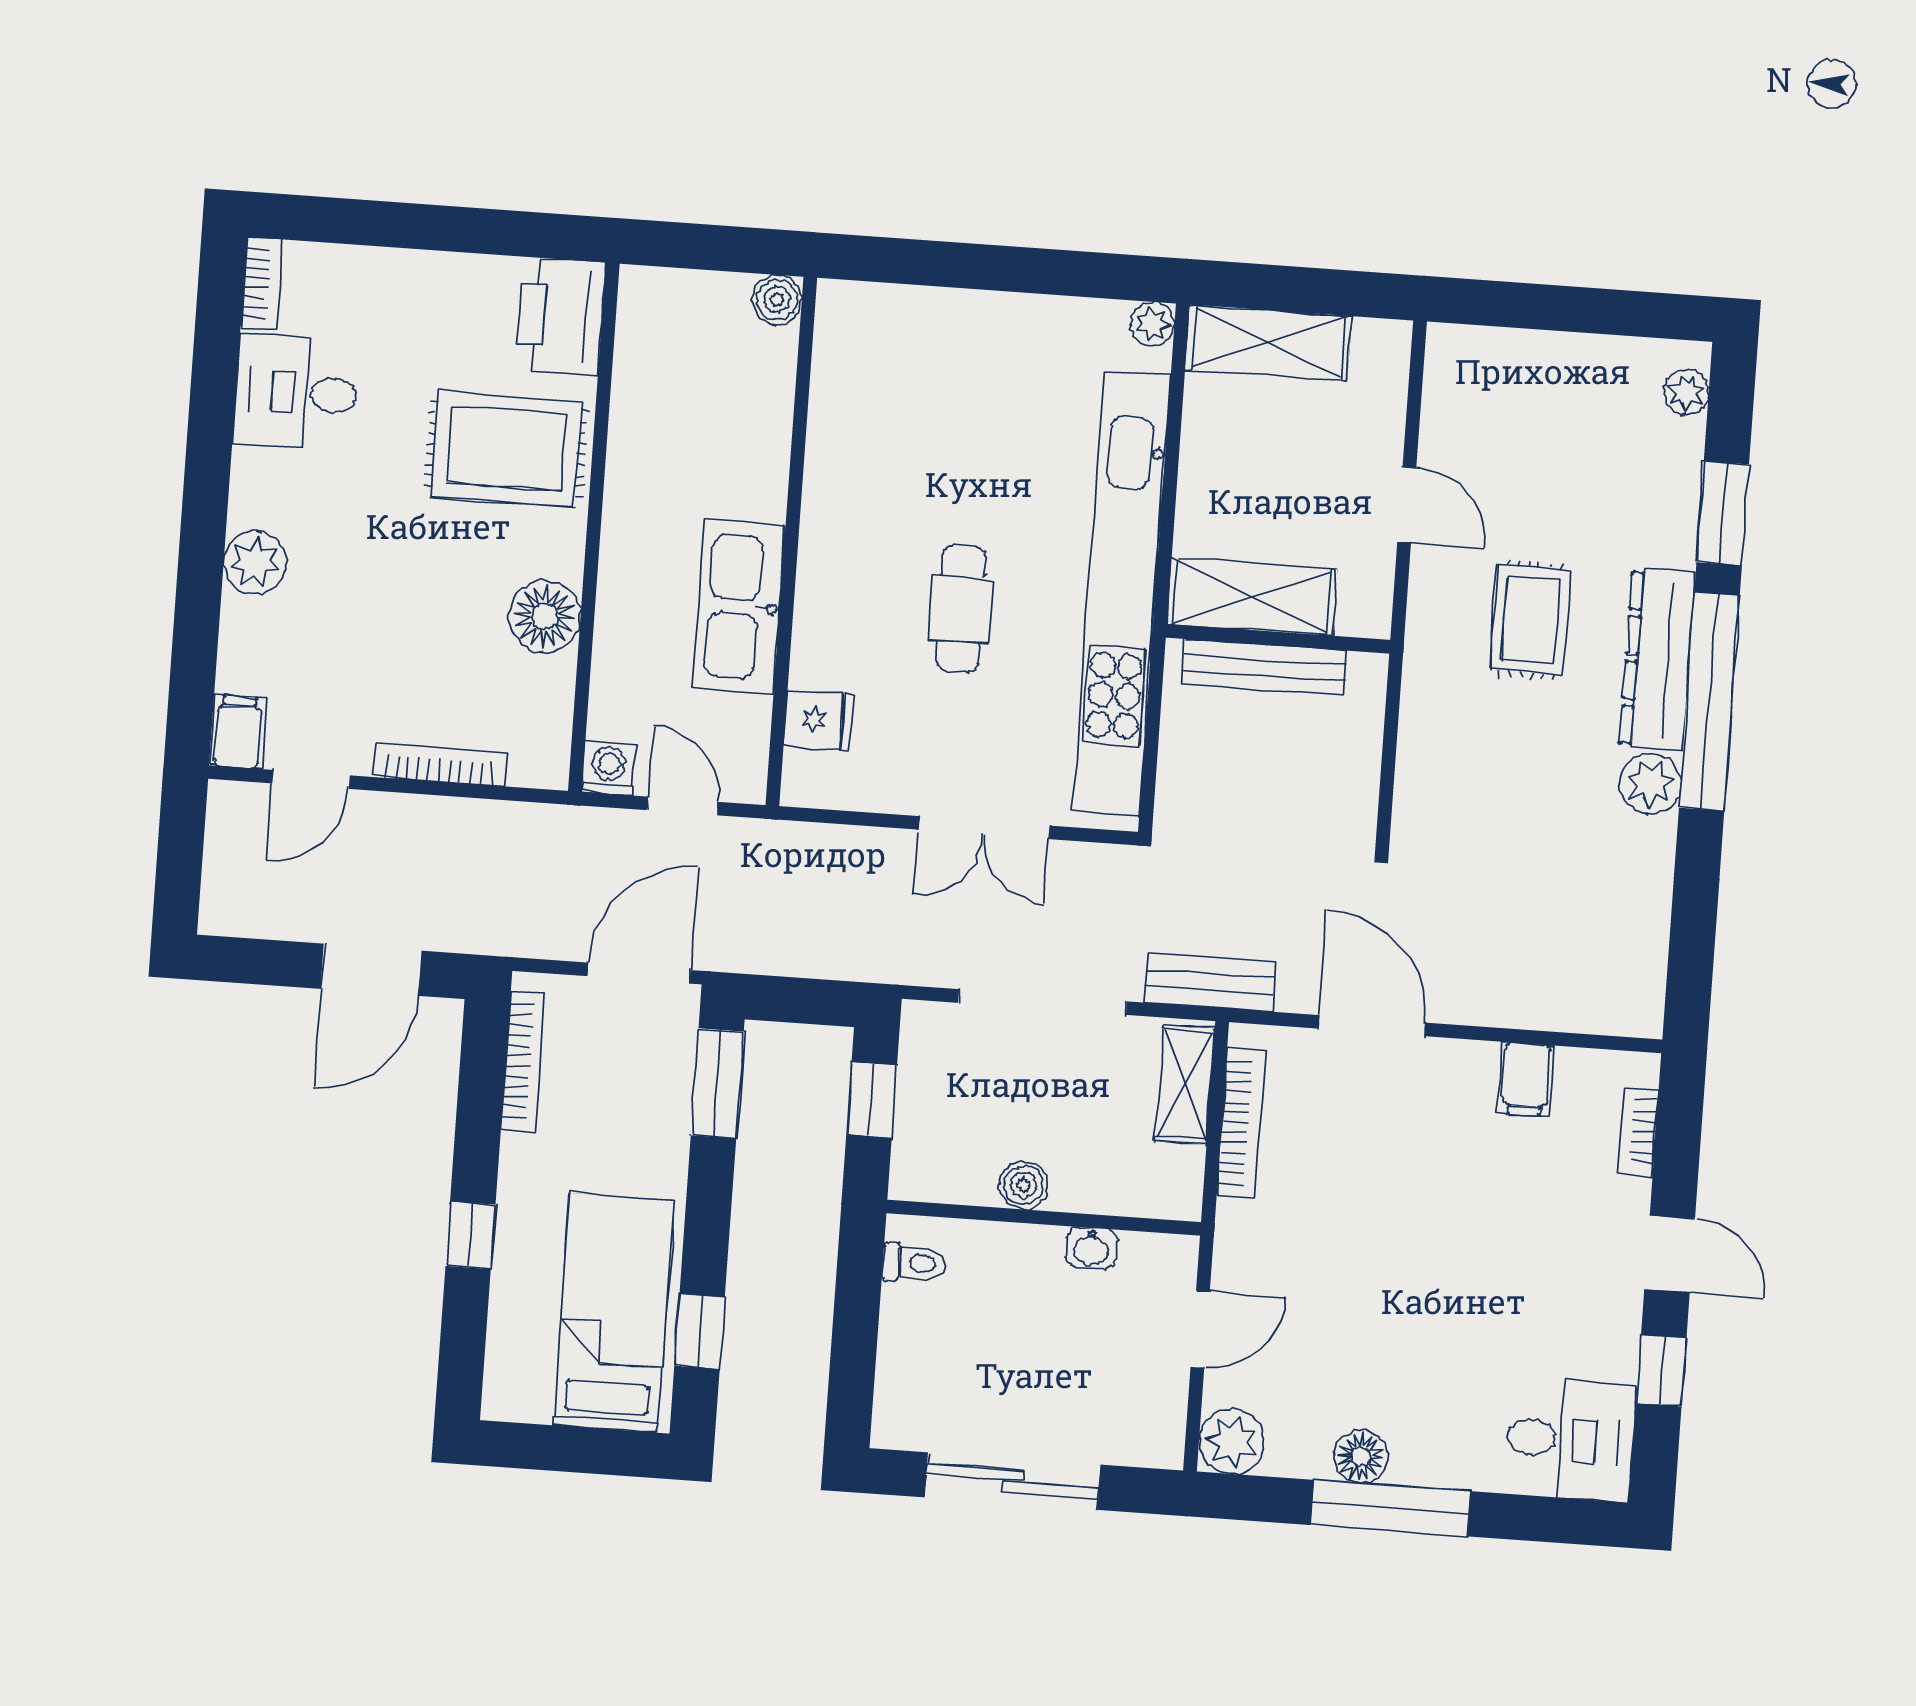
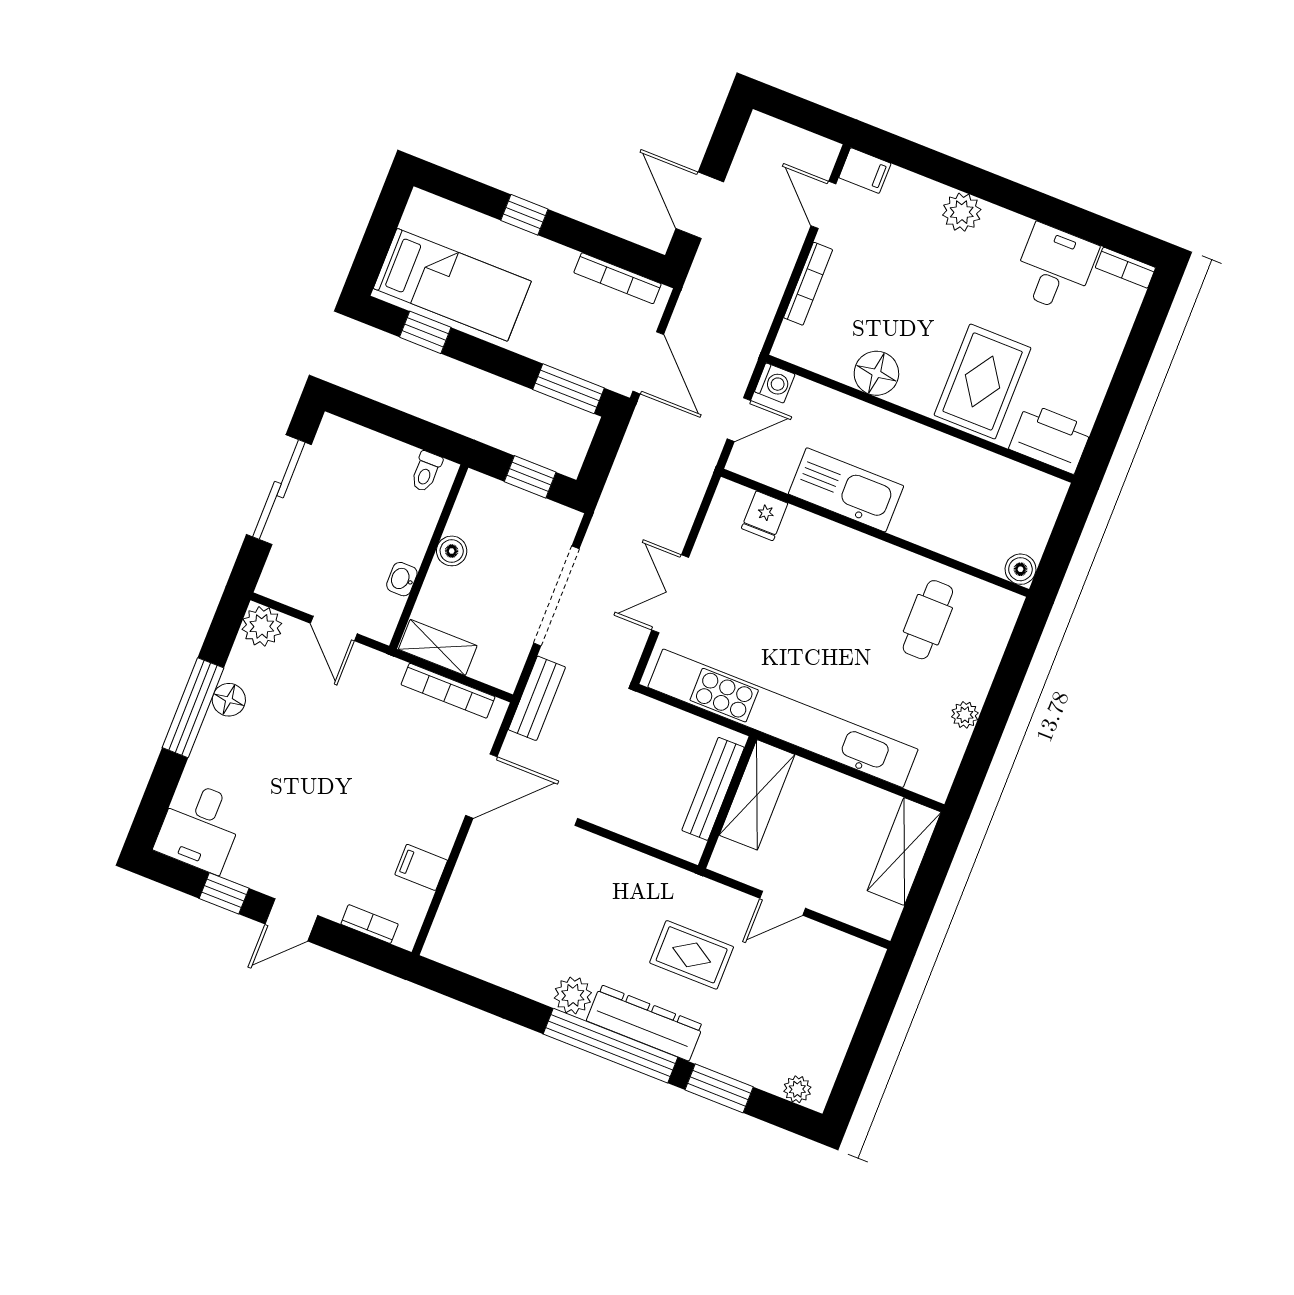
plant: (1152, 324) -> (965, 715), moved
cafe table: (961, 609) -> (928, 620), moved, turned 90
shelving: (1185, 1085) -> (438, 647), moved

